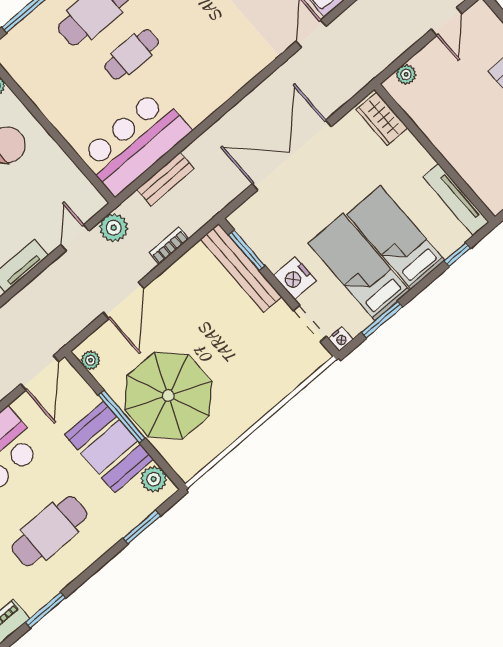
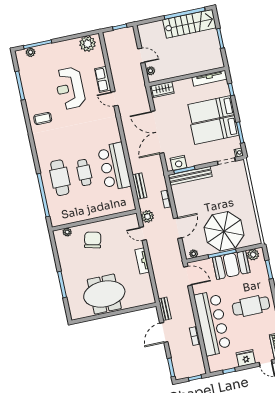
door: (447, 22) -> (141, 56), moved
bar counter: (135, 143) -> (114, 167), moved
nightstand: (295, 278) -> (178, 163), moved
door: (124, 300) -> (178, 228), hinge flipped
cafe table: (49, 531) -> (251, 306), turned 90

